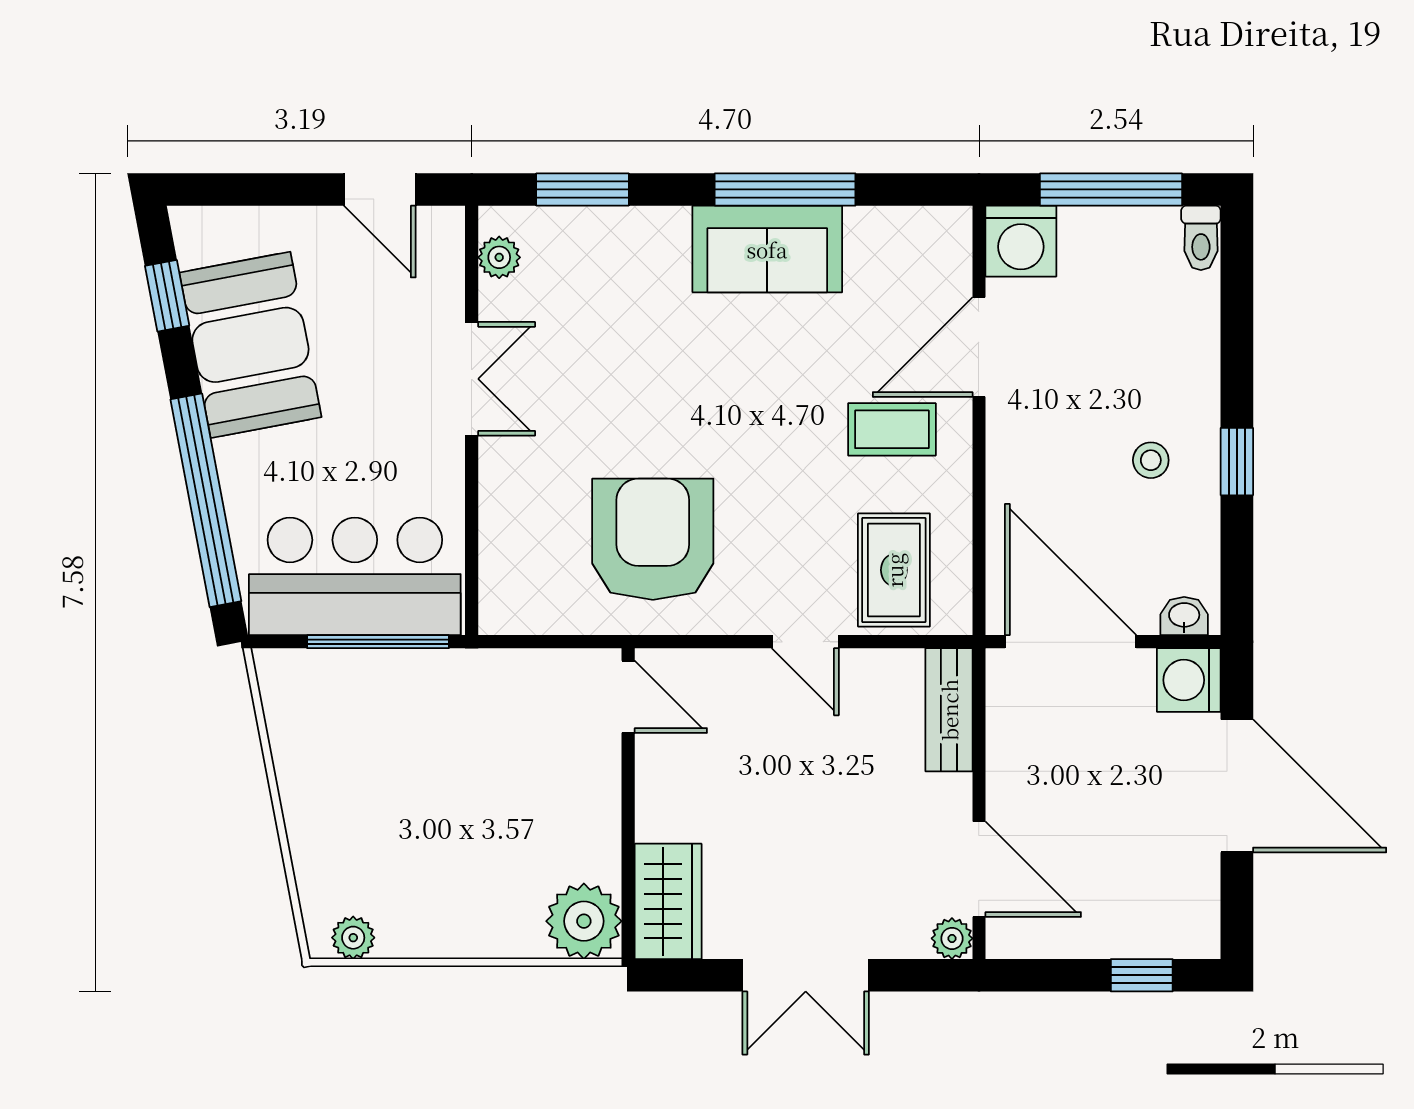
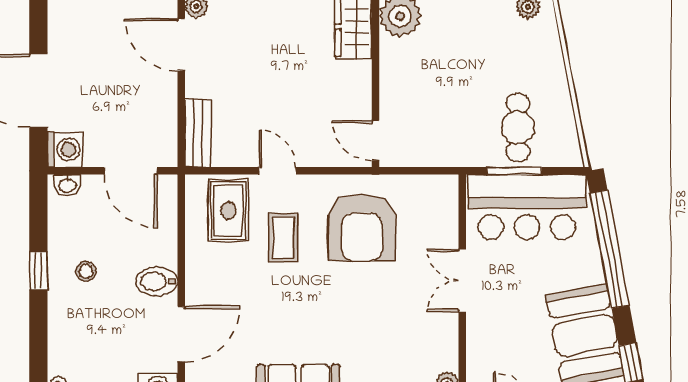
double door: (472, 379) -> (462, 280), moved
coffee table: (892, 429) -> (283, 238), moved, turned 90
bidet: (1023, 442) -> (157, 281), added
window: (378, 642) -> (514, 171), width x0.69
door: (1071, 642) -> (130, 171), width x0.73
cafe table: (371, 720) -> (518, 128), added

